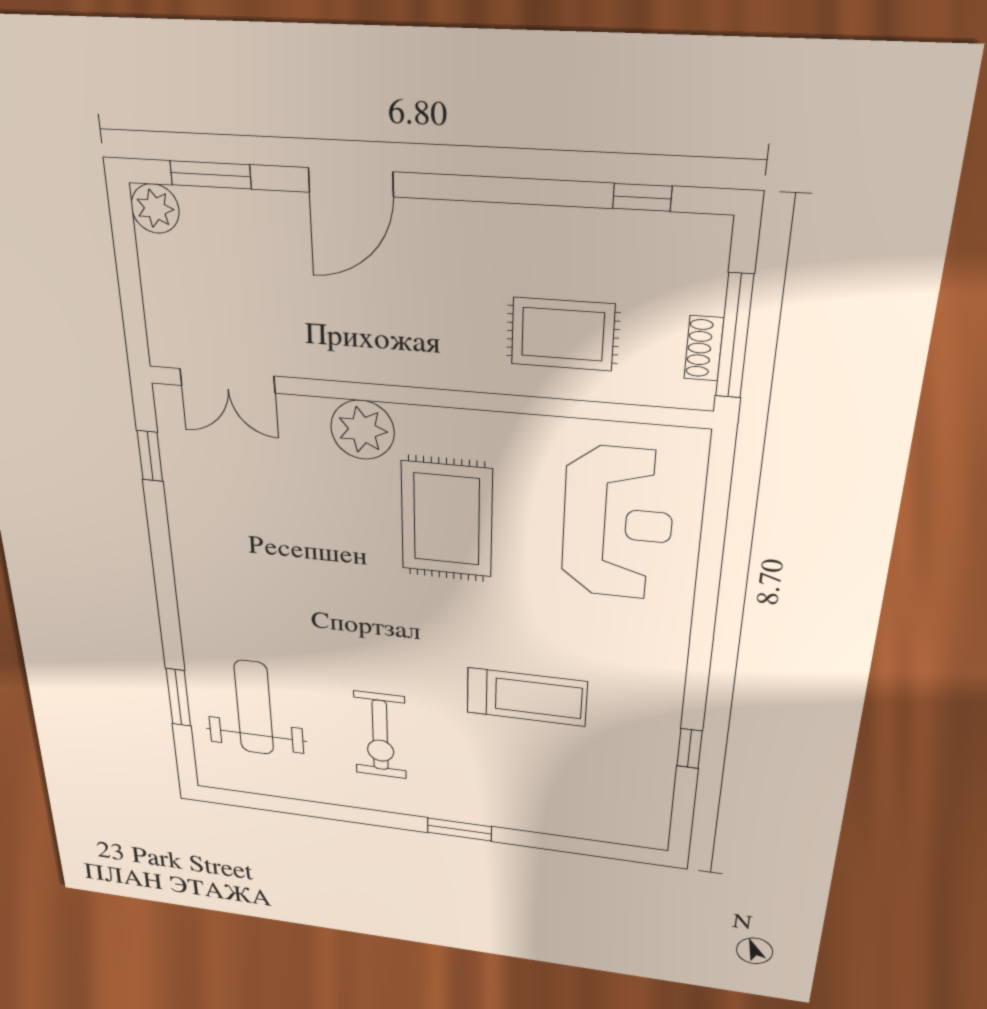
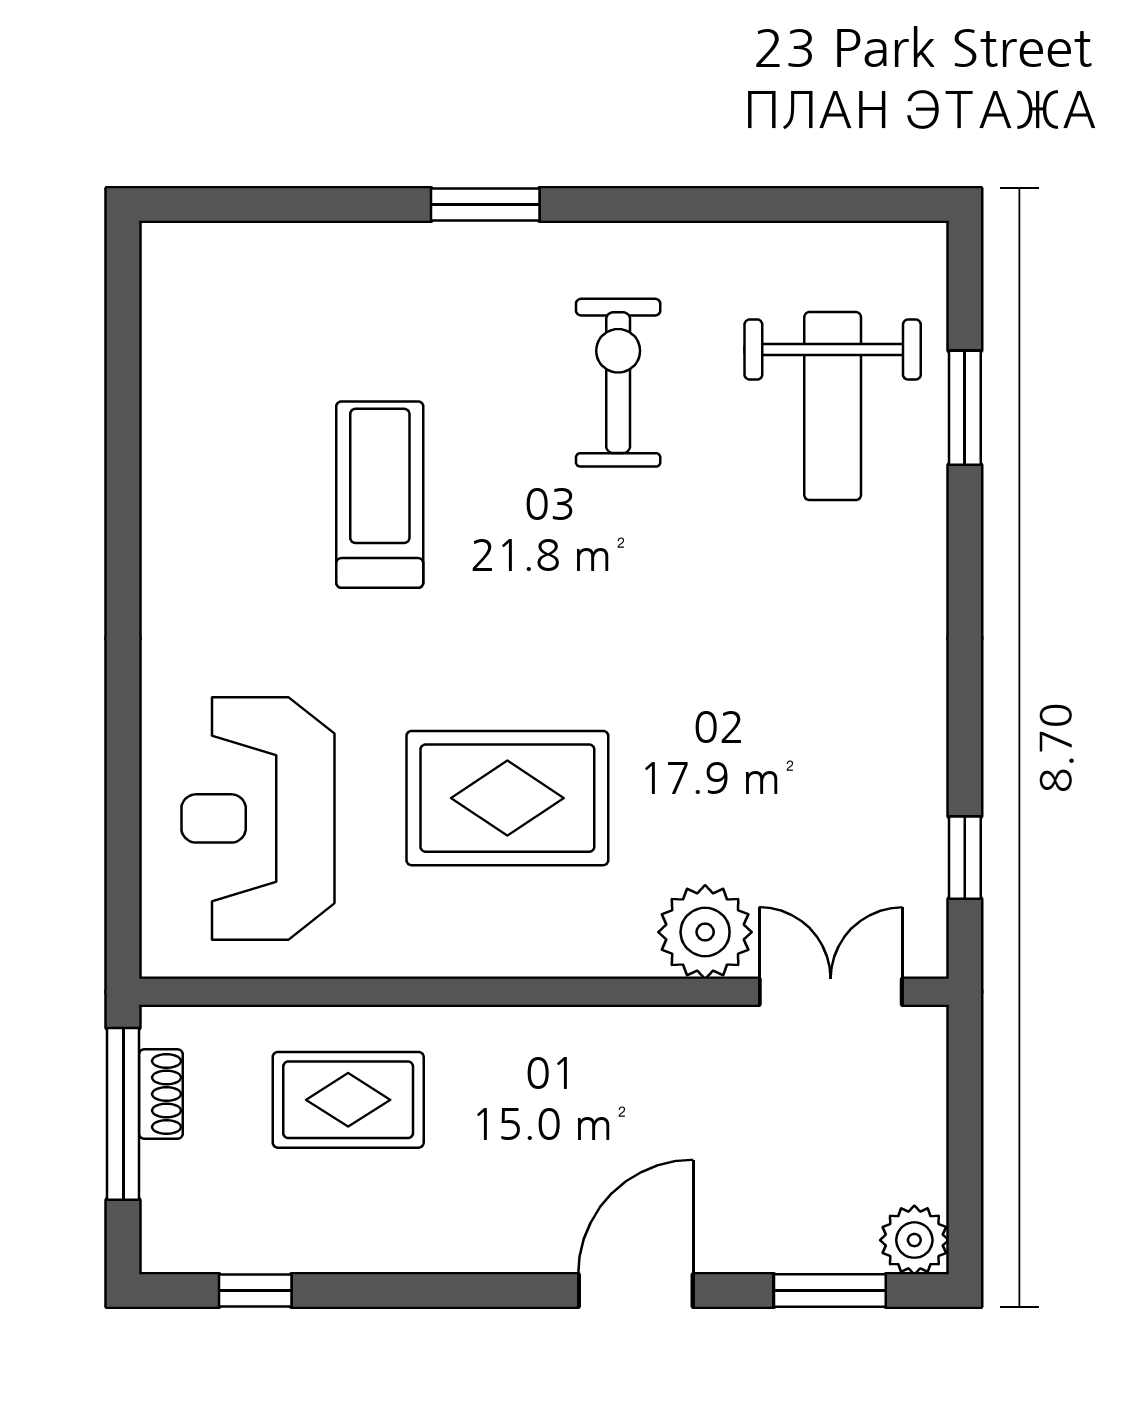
plant: (362, 430) -> (705, 932), moved
rug: (447, 519) -> (507, 798), turned 90
treadmill: (527, 697) -> (380, 495), turned 90
window: (690, 748) -> (123, 434), removed

